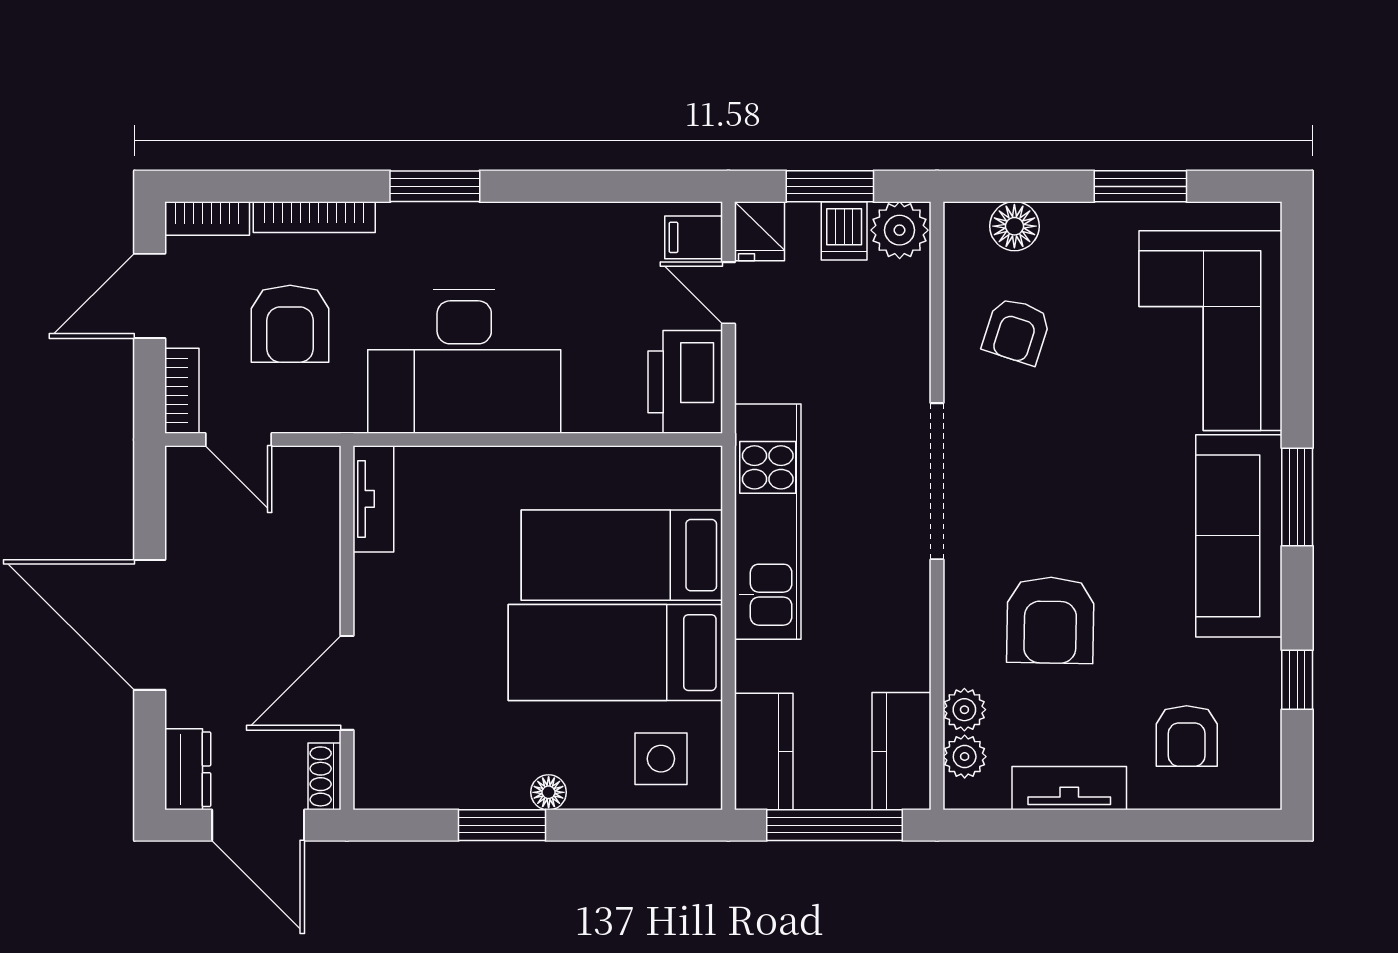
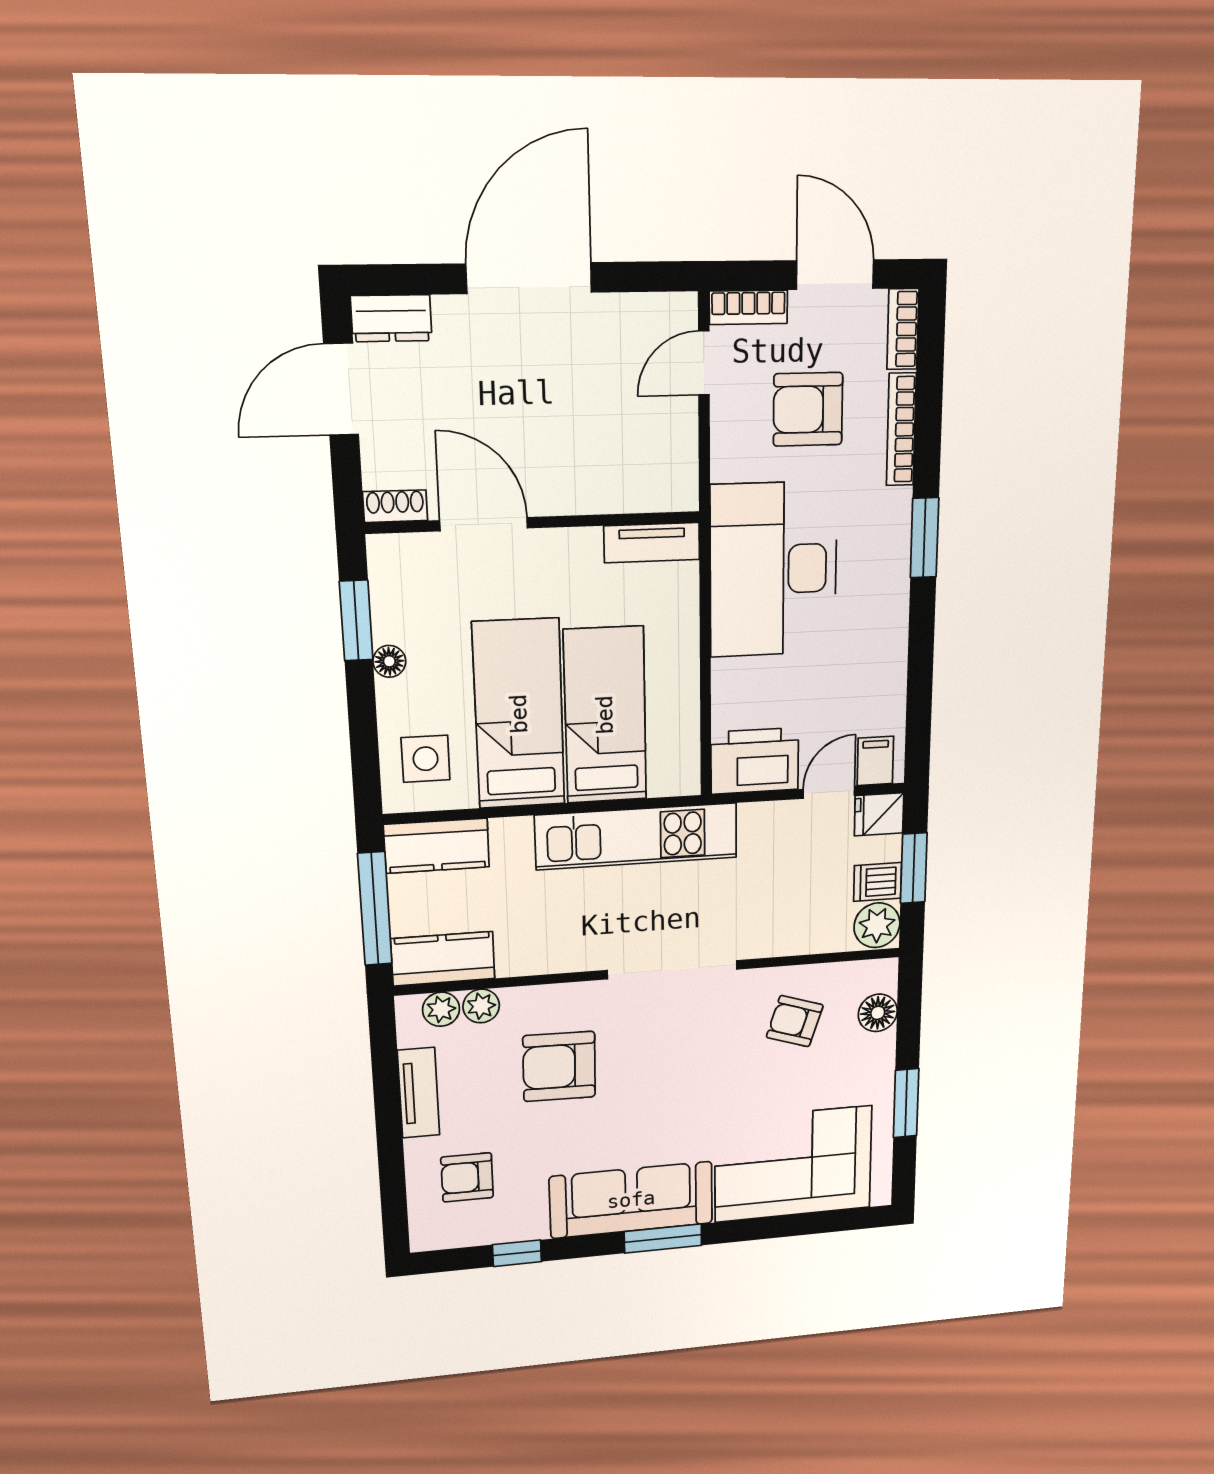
tv unit: (373, 499) -> (652, 543), moved
wall: (347, 628) -> (534, 523), moved
door: (347, 683) -> (484, 524), moved
shoe rack: (325, 776) -> (395, 506), moved

